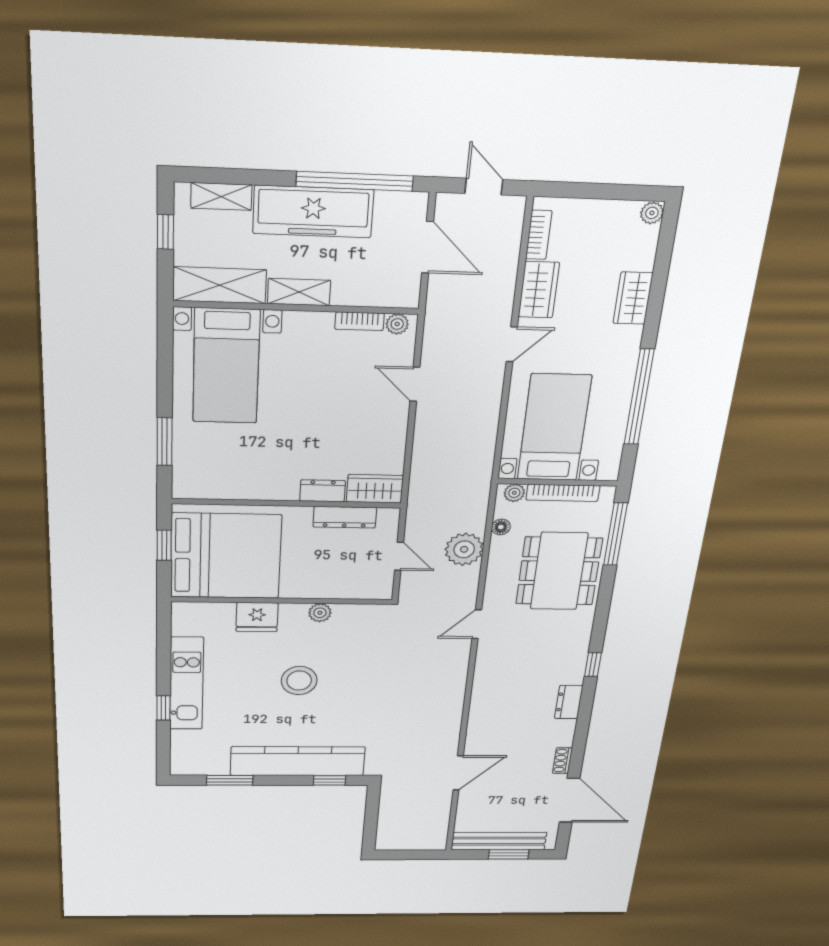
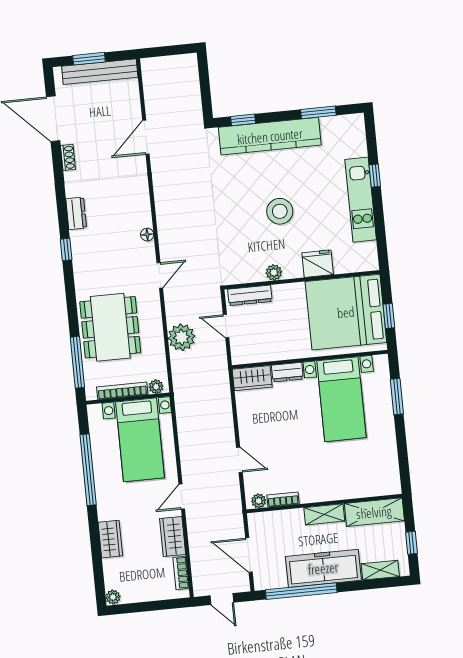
bed with nightstands: (226, 366) -> (341, 399), moved, turned 180
dresser: (345, 517) -> (250, 295), moved, turned 180
floor lamp: (501, 527) -> (147, 235), moved

